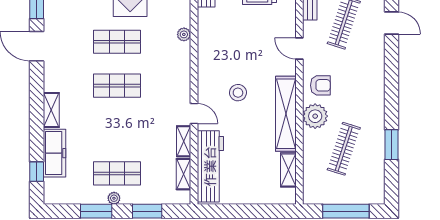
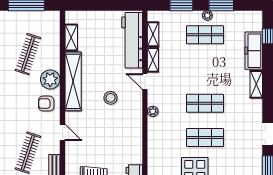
plant: (184, 34) -> (153, 111), moved

